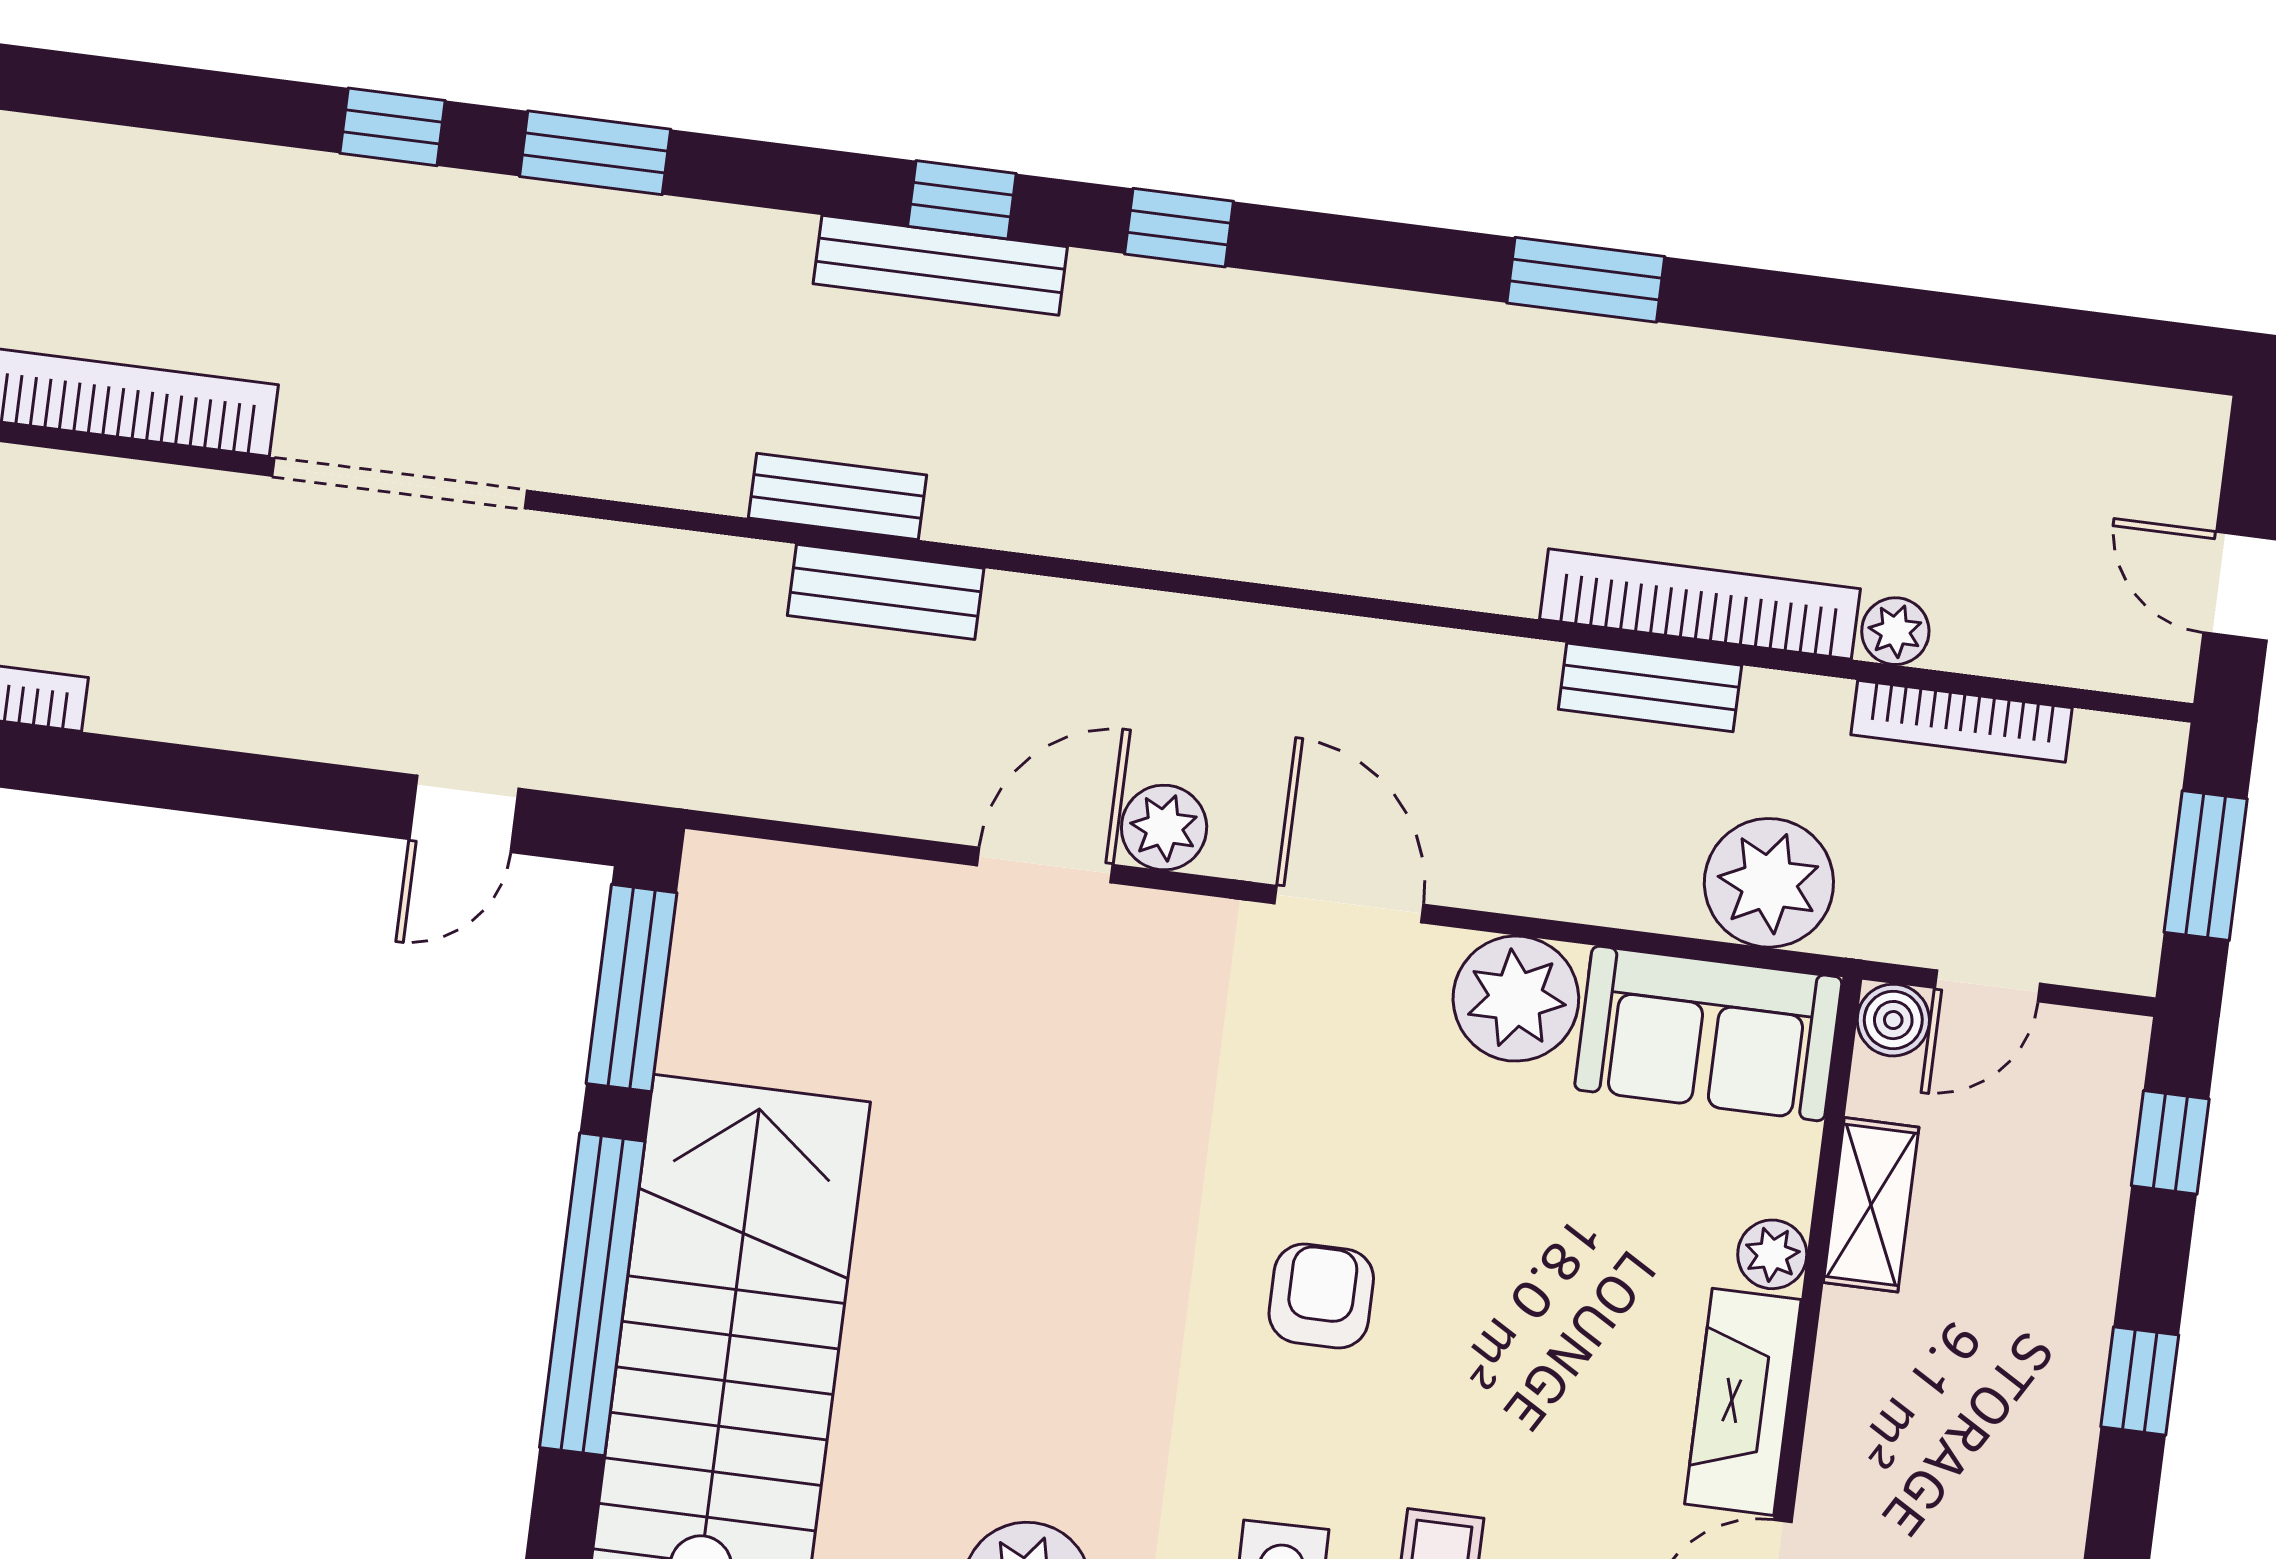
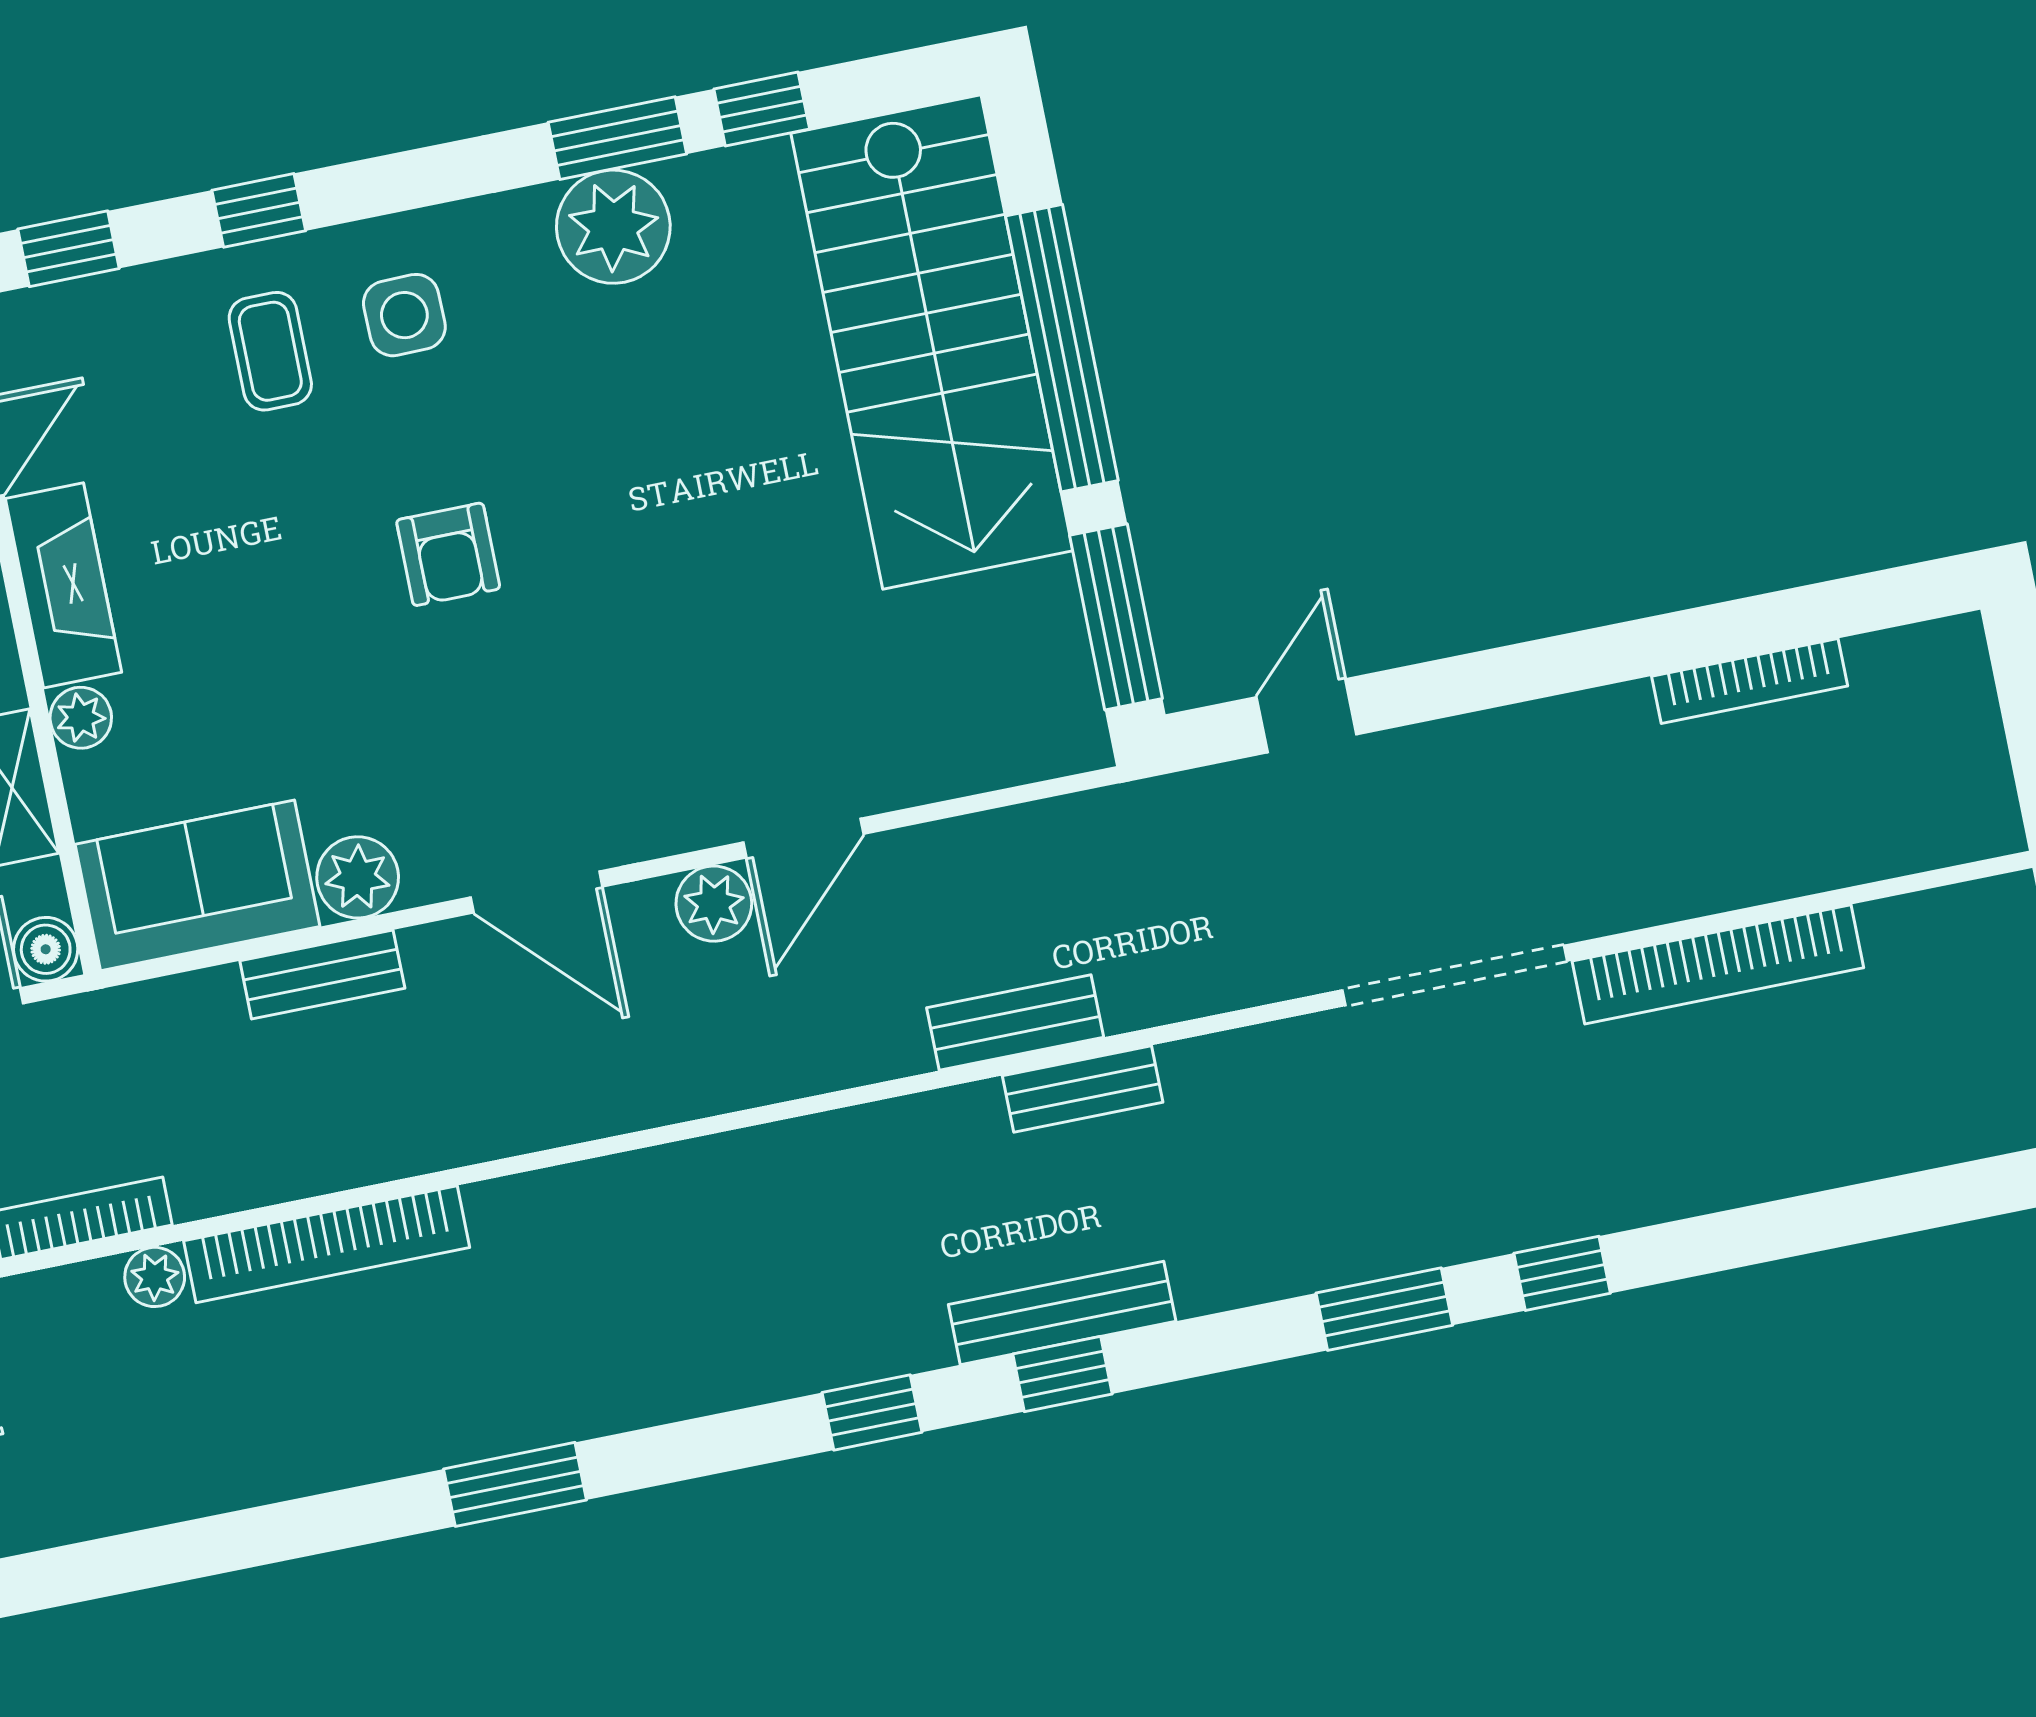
bench: (1650, 687) -> (322, 974), moved
plant: (1769, 883) -> (189, 1029), removed
plant: (1516, 999) -> (358, 877), width x0.73, depth x0.73

